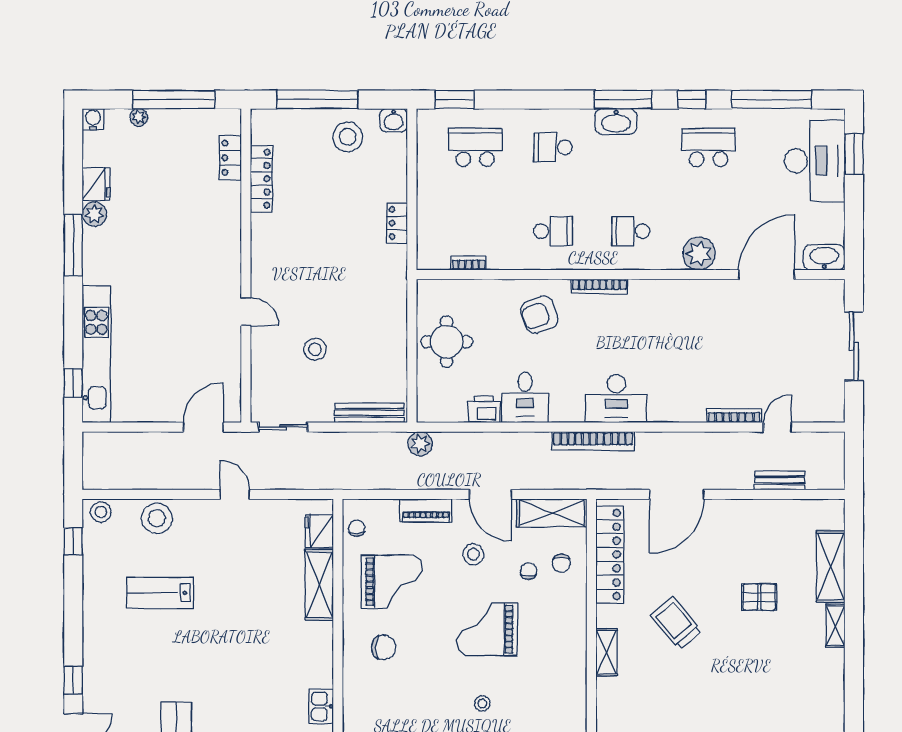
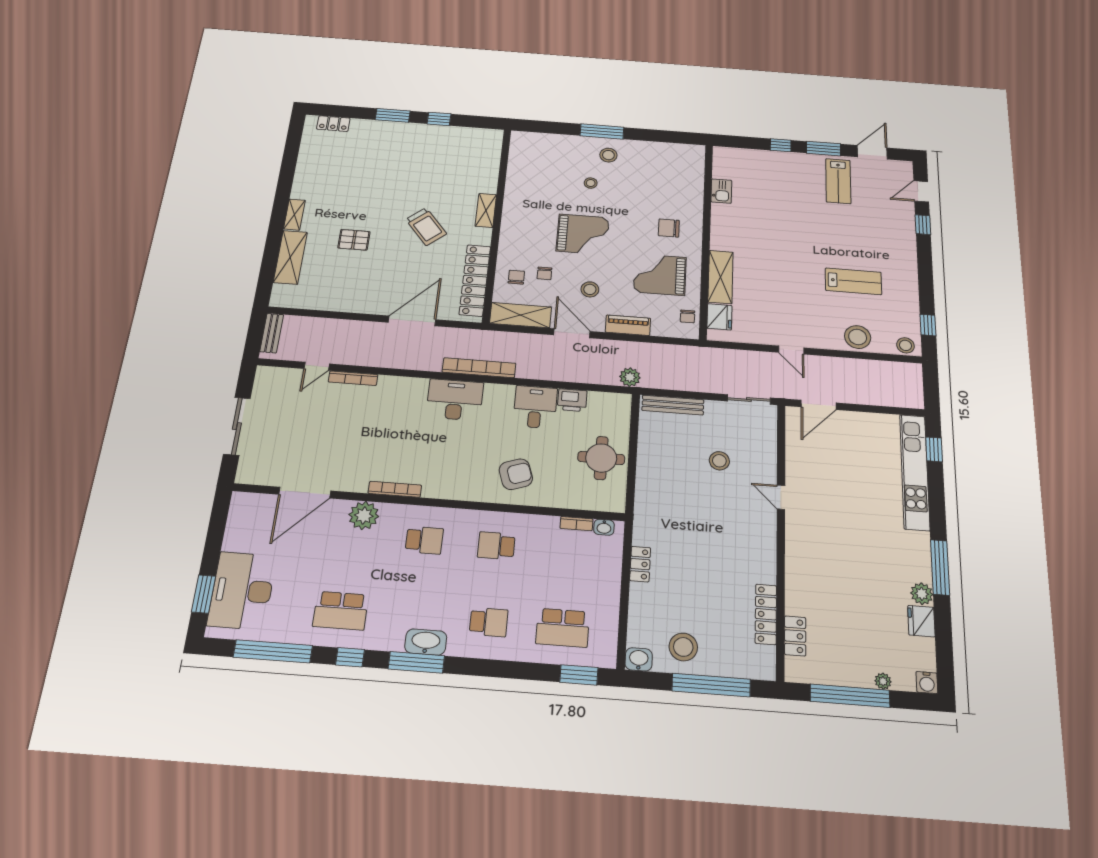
washbasin: (824, 257) -> (604, 527), moved, width x0.52, depth x0.69
bookcase: (599, 286) -> (395, 489), moved
bench: (779, 480) -> (272, 333), moved, turned 90

